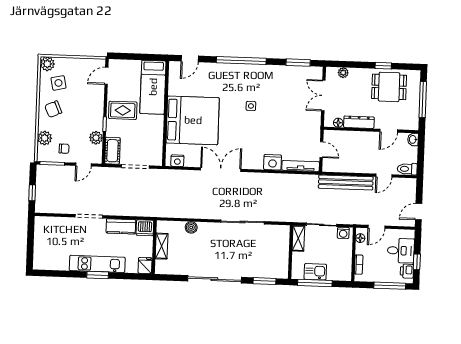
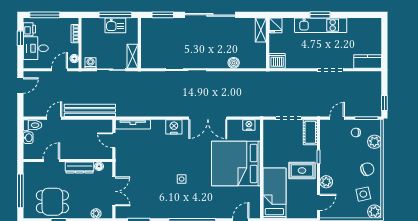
plant: (96, 138) -> (326, 182), moved
washbasin: (413, 139) -> (28, 138), moved
nightstand: (273, 162) -> (174, 127), moved
window: (32, 193) -> (384, 103), moved
kitchen counter: (121, 226) -> (368, 61), moved
shelving: (162, 246) -> (261, 30), moved

